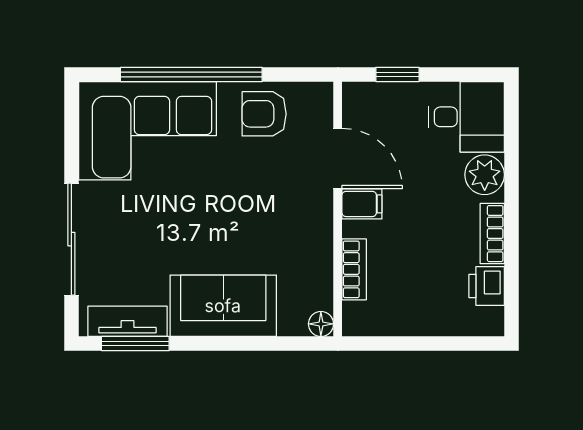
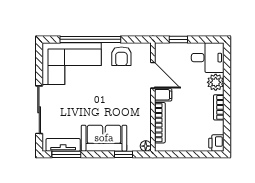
armchair: (264, 114) -> (121, 56), turned -90
bookcase: (354, 269) -> (160, 123), width x1.56
printer: (487, 286) -> (216, 143), moved
window: (269, 344) -> (124, 154), added

